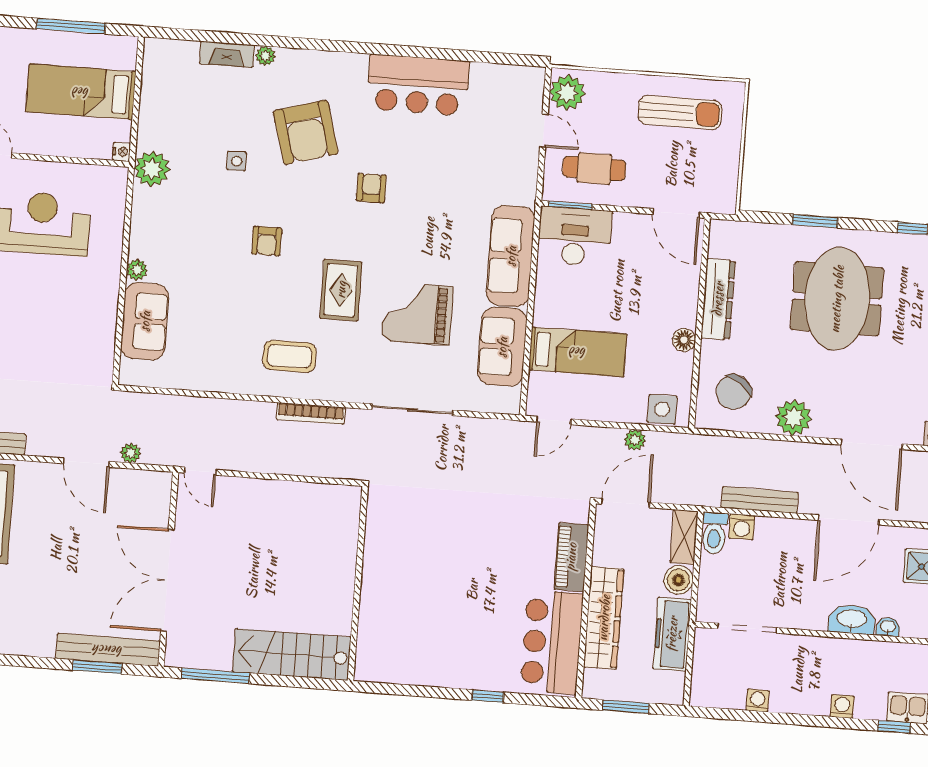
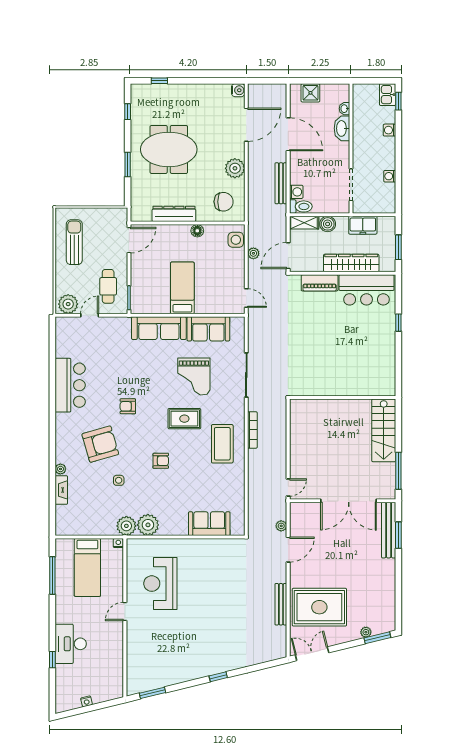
desk: (575, 237) -> (146, 294), removed
plant: (137, 270) -> (148, 525), moved, width x1.87, depth x1.87
bed: (578, 352) -> (182, 288), moved
coffee table: (289, 356) -> (222, 444), width x1.36, depth x1.32
chair: (734, 392) -> (224, 202), turned -36
door: (626, 503) -> (288, 256), hinge flipped
freezer: (672, 634) -> (363, 225), width x0.71

